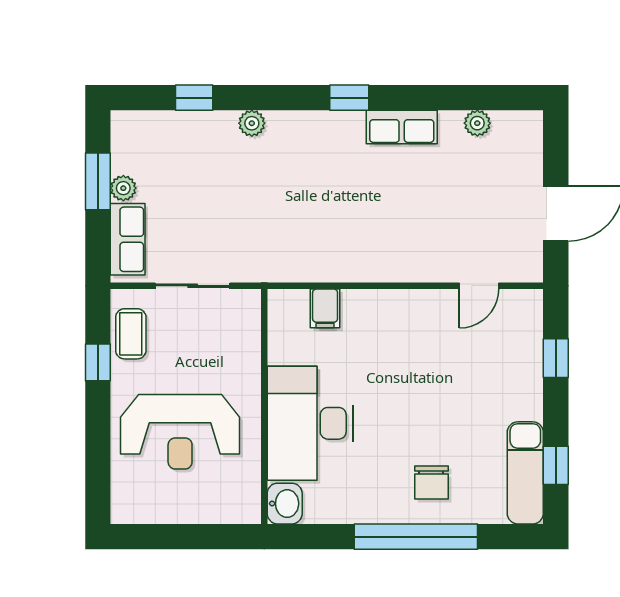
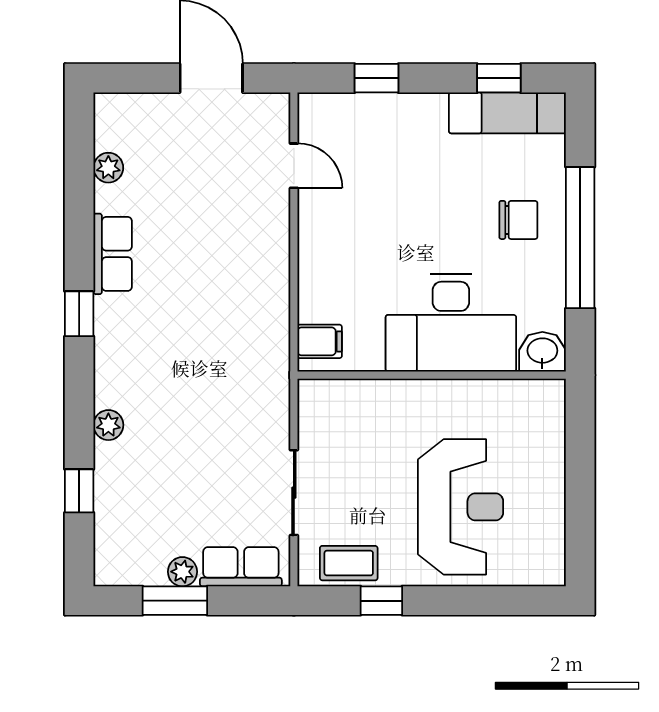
wall: (264, 406) -> (432, 375), moved
desk: (310, 423) -> (451, 323), moved
washbasin: (285, 504) -> (542, 352), moved

